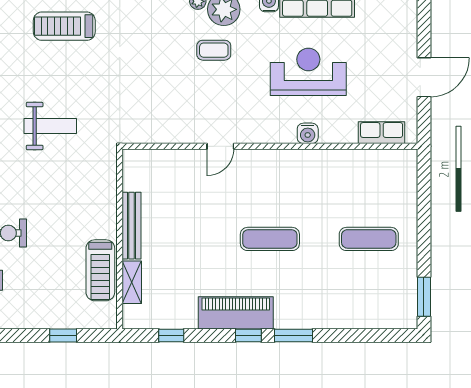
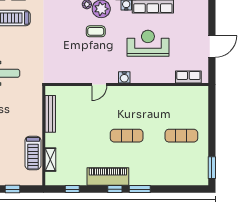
water cooler: (308, 133) -> (124, 77), moved
bench: (132, 226) -> (50, 114), moved

